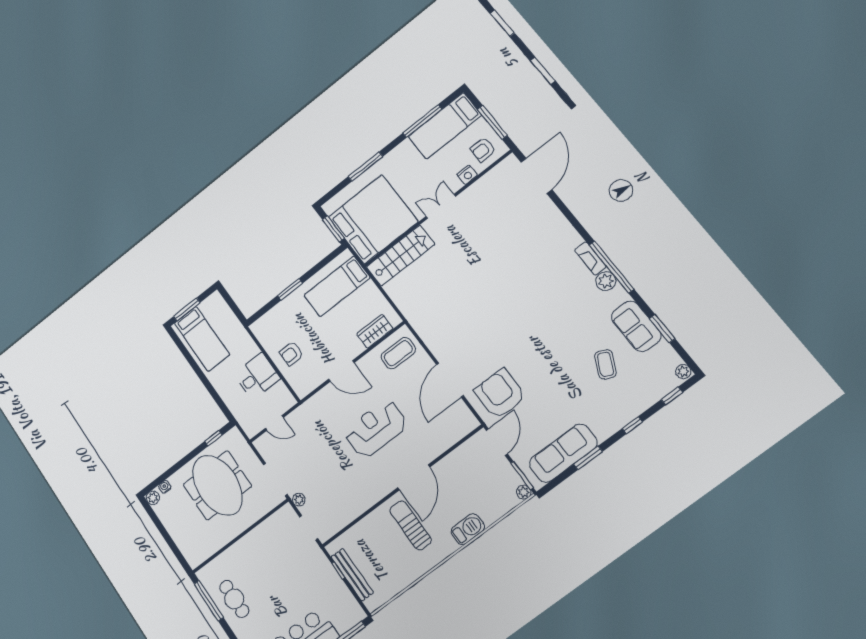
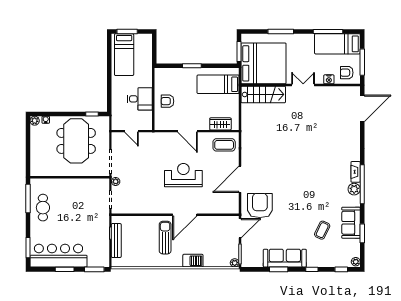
sofa: (563, 453) -> (285, 258), moved

